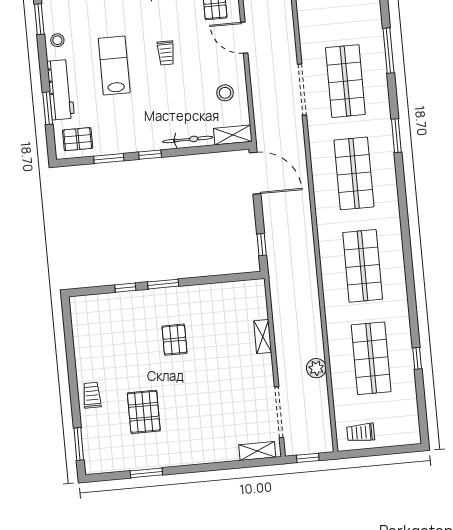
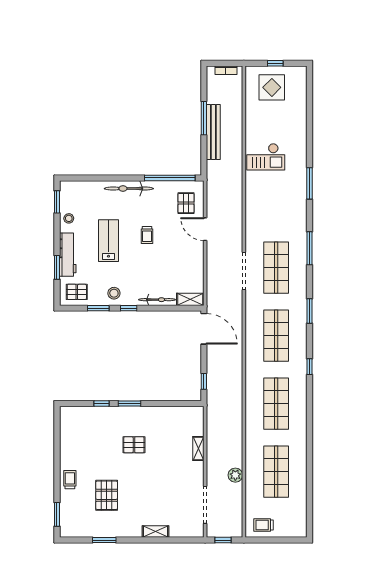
stool: (225, 93) -> (114, 293), moved
pallet: (174, 340) -> (134, 445), turned 90
window: (417, 358) -> (310, 367), moved
shelving: (257, 451) -> (156, 532), moved

